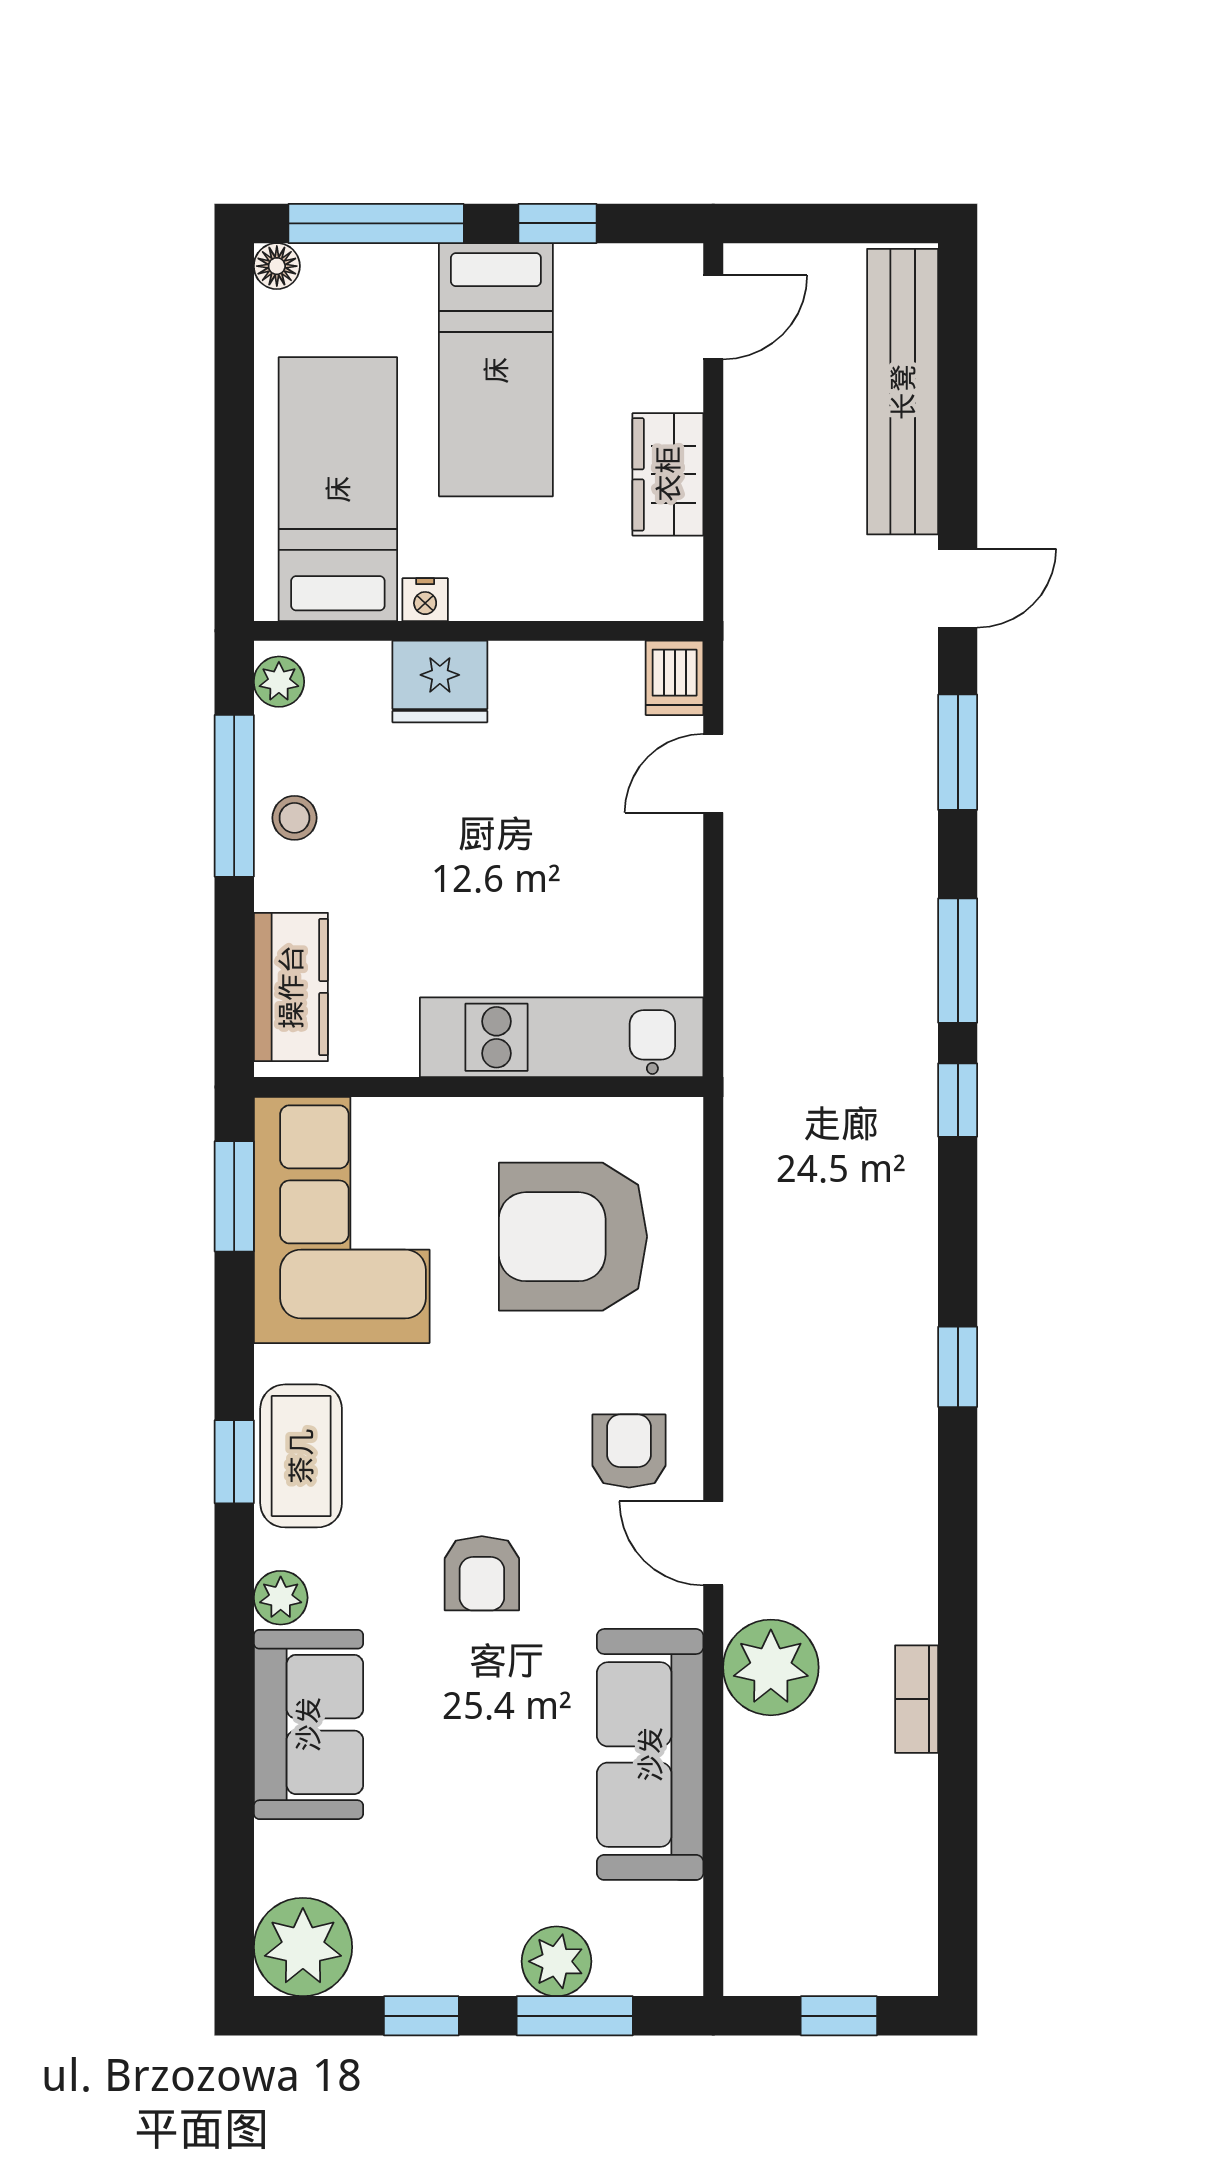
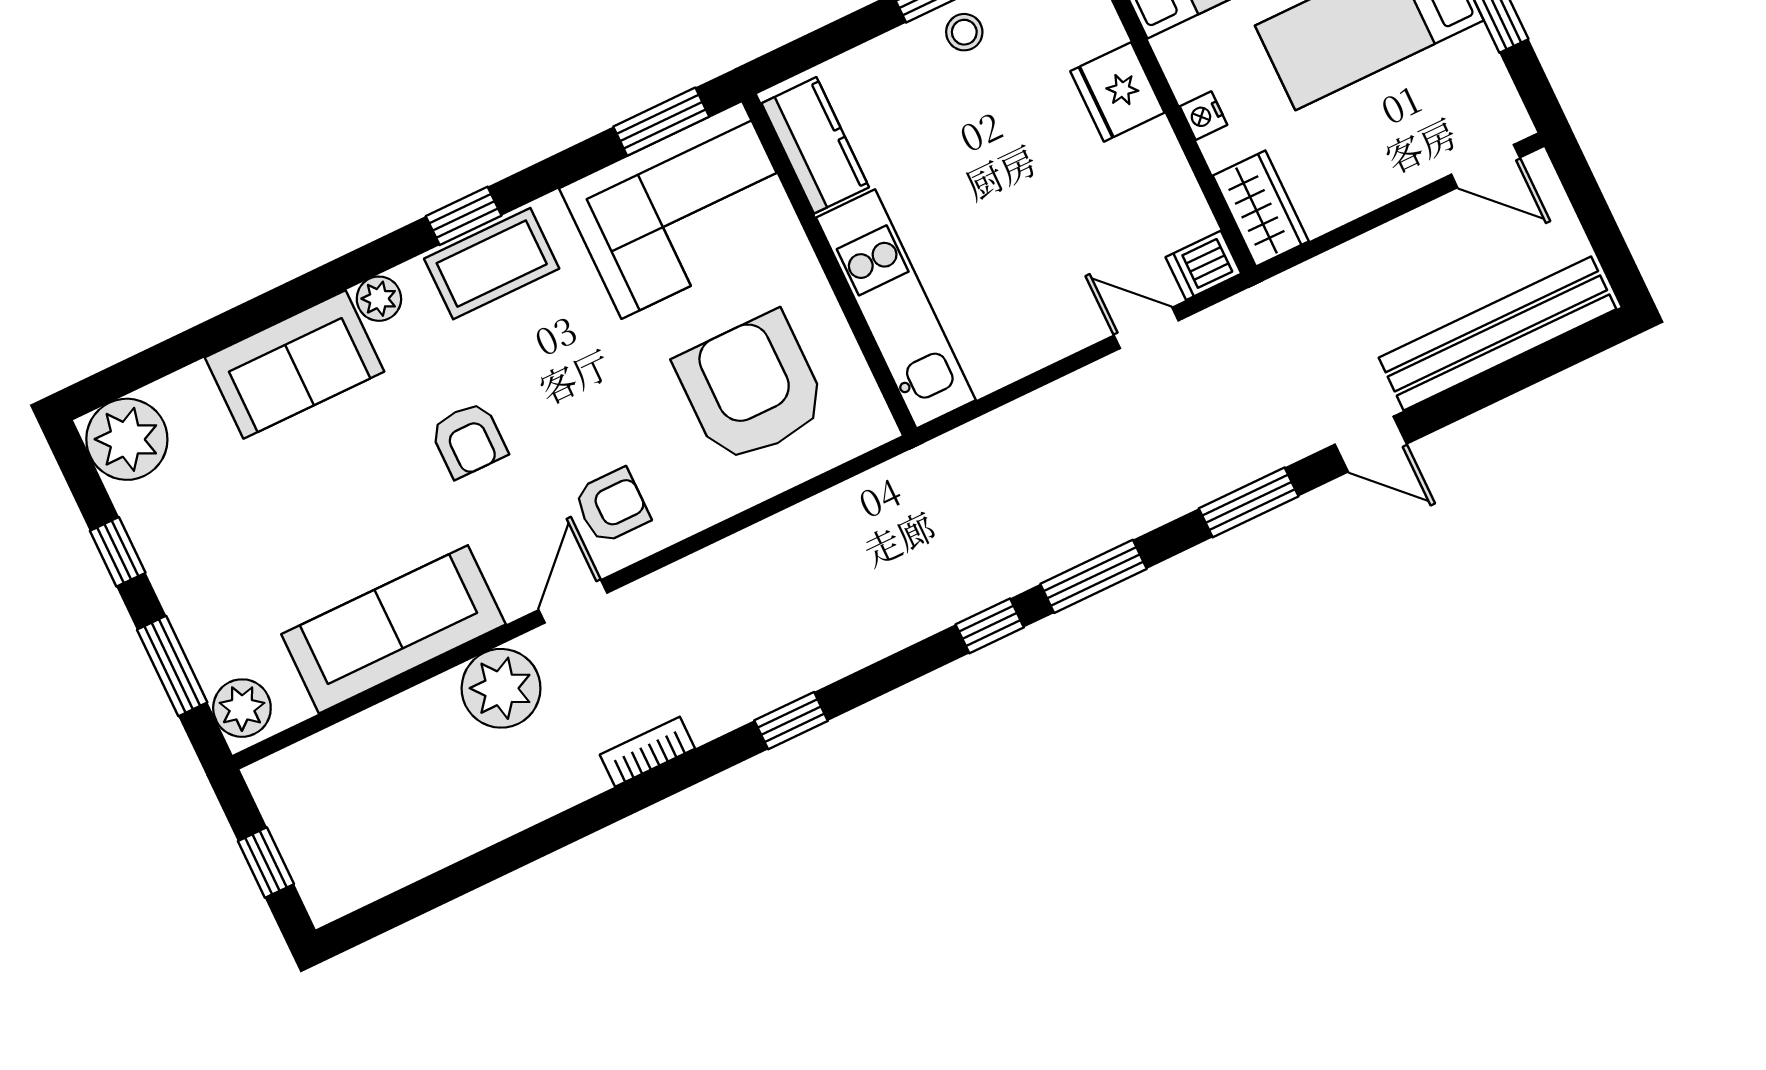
wardrobe: (668, 474) -> (1261, 208), moved, turned 90
nightstand: (425, 600) -> (1203, 116), moved
kitchen counter: (291, 987) -> (815, 145), moved, turned -90
armchair: (482, 1573) -> (469, 440), turned -90
bookcase: (917, 1699) -> (647, 752), moved
plant: (557, 1961) -> (242, 708), moved

